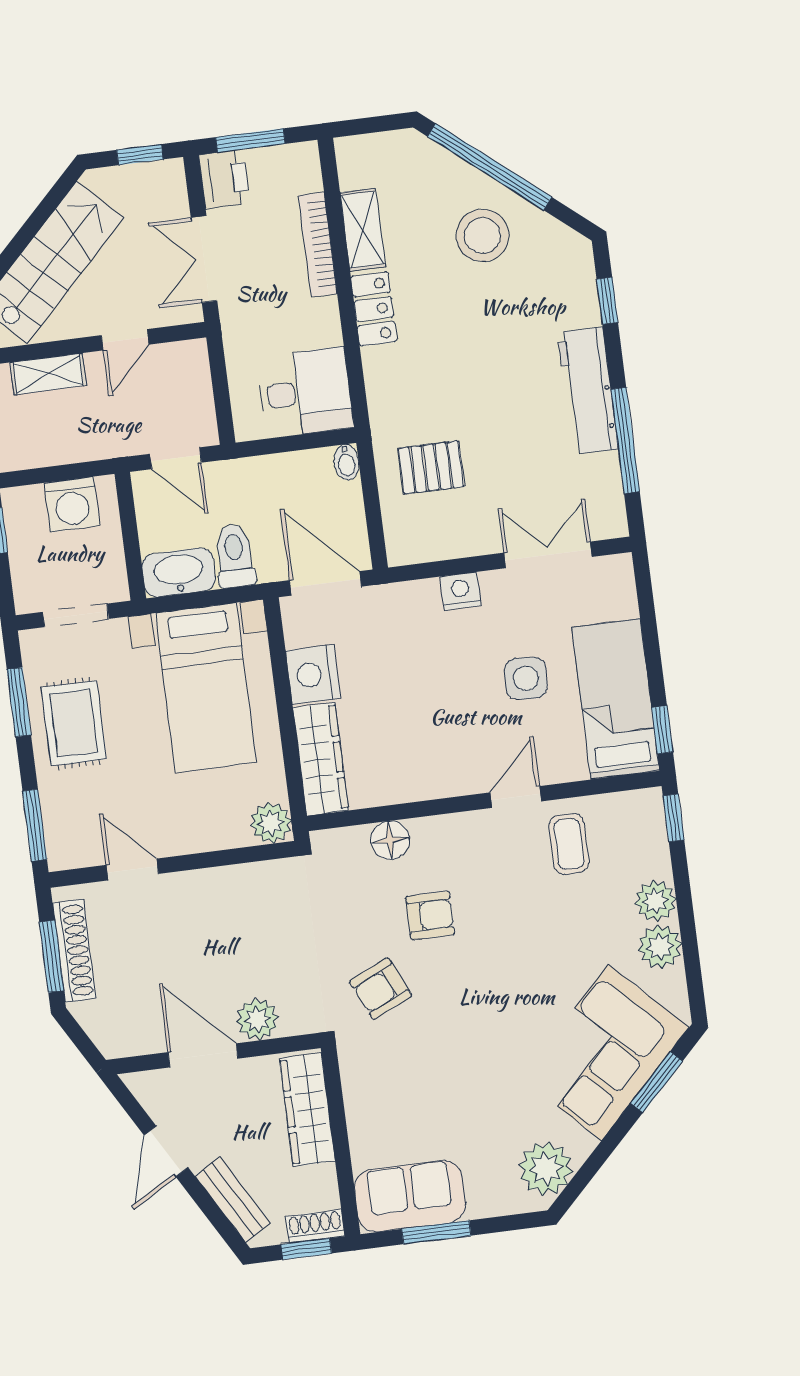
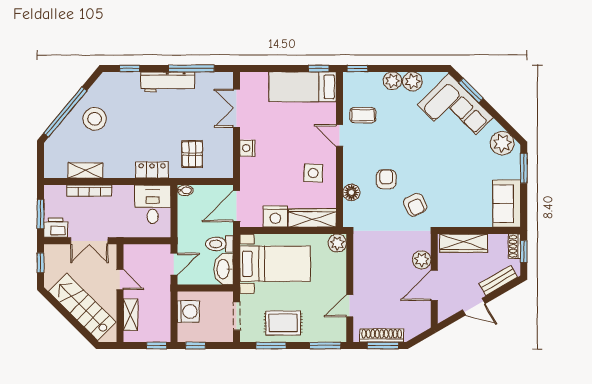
locker: (374, 309) -> (152, 170), moved
side table: (526, 678) -> (313, 173), moved
window: (436, 1232) -> (524, 168), moved

